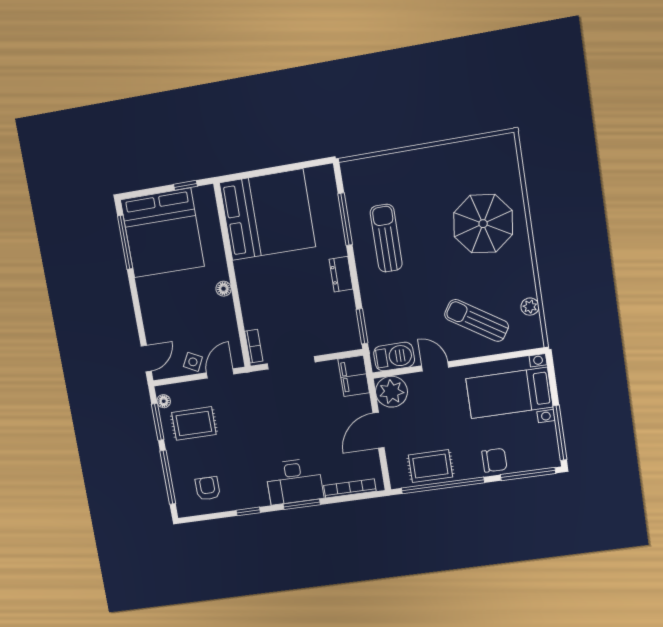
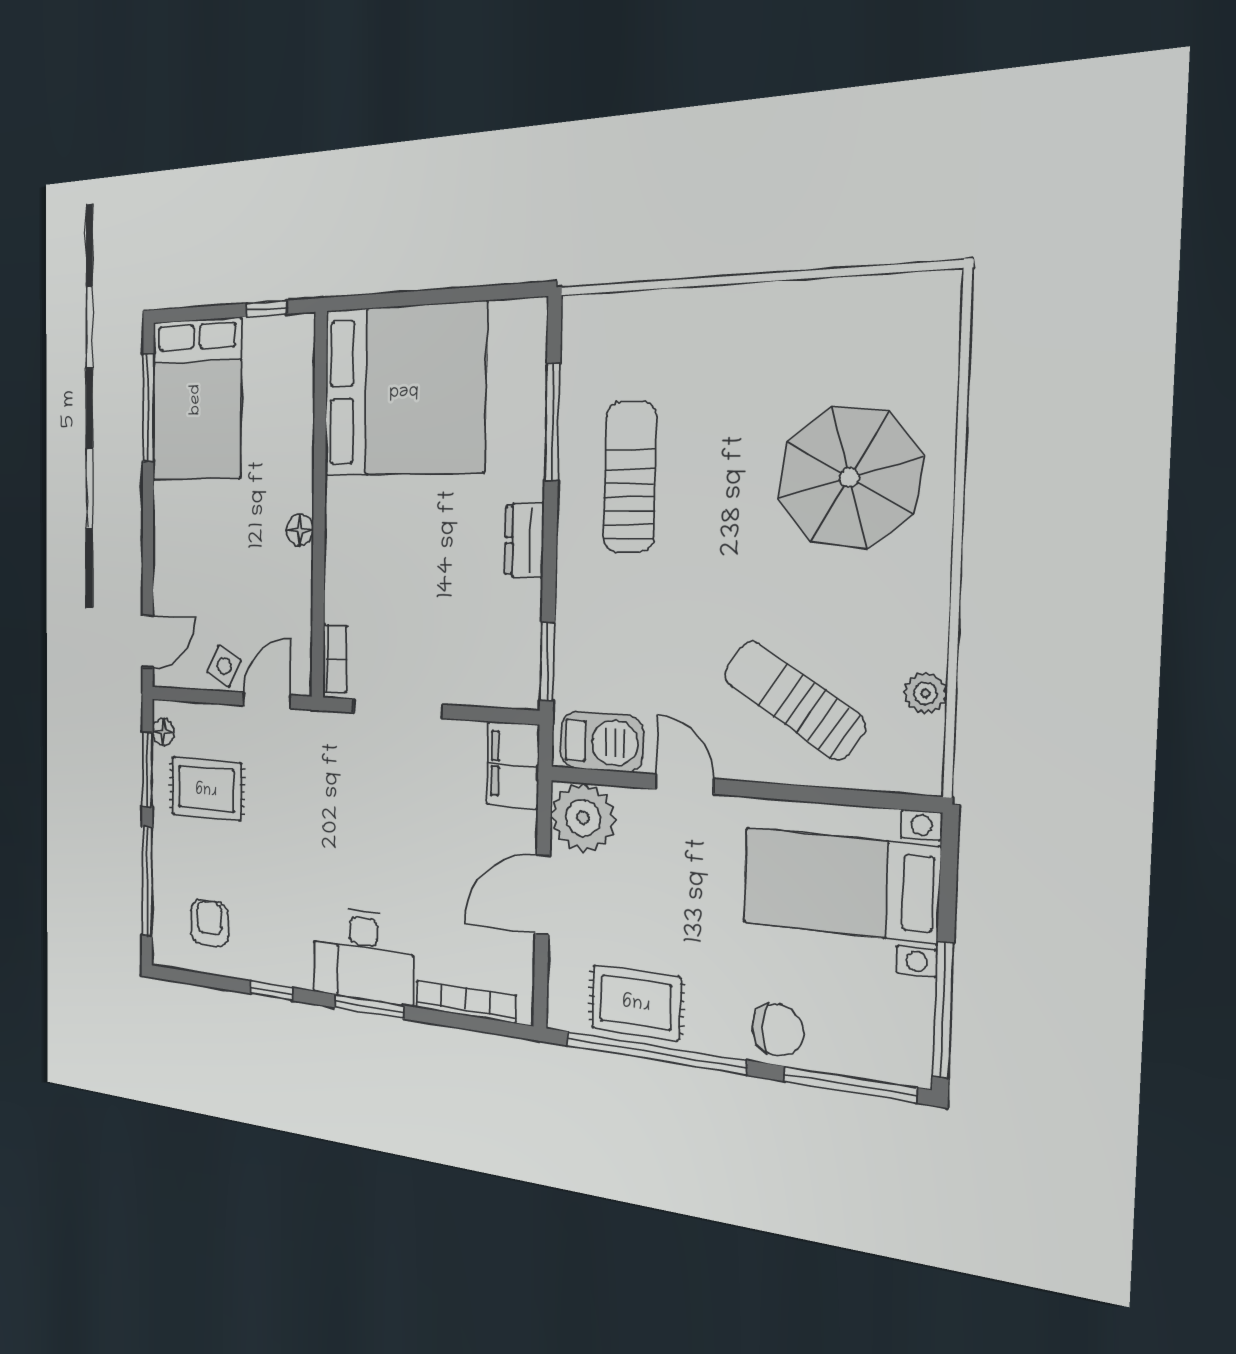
bed: (162, 233) -> (196, 400), width x0.73

